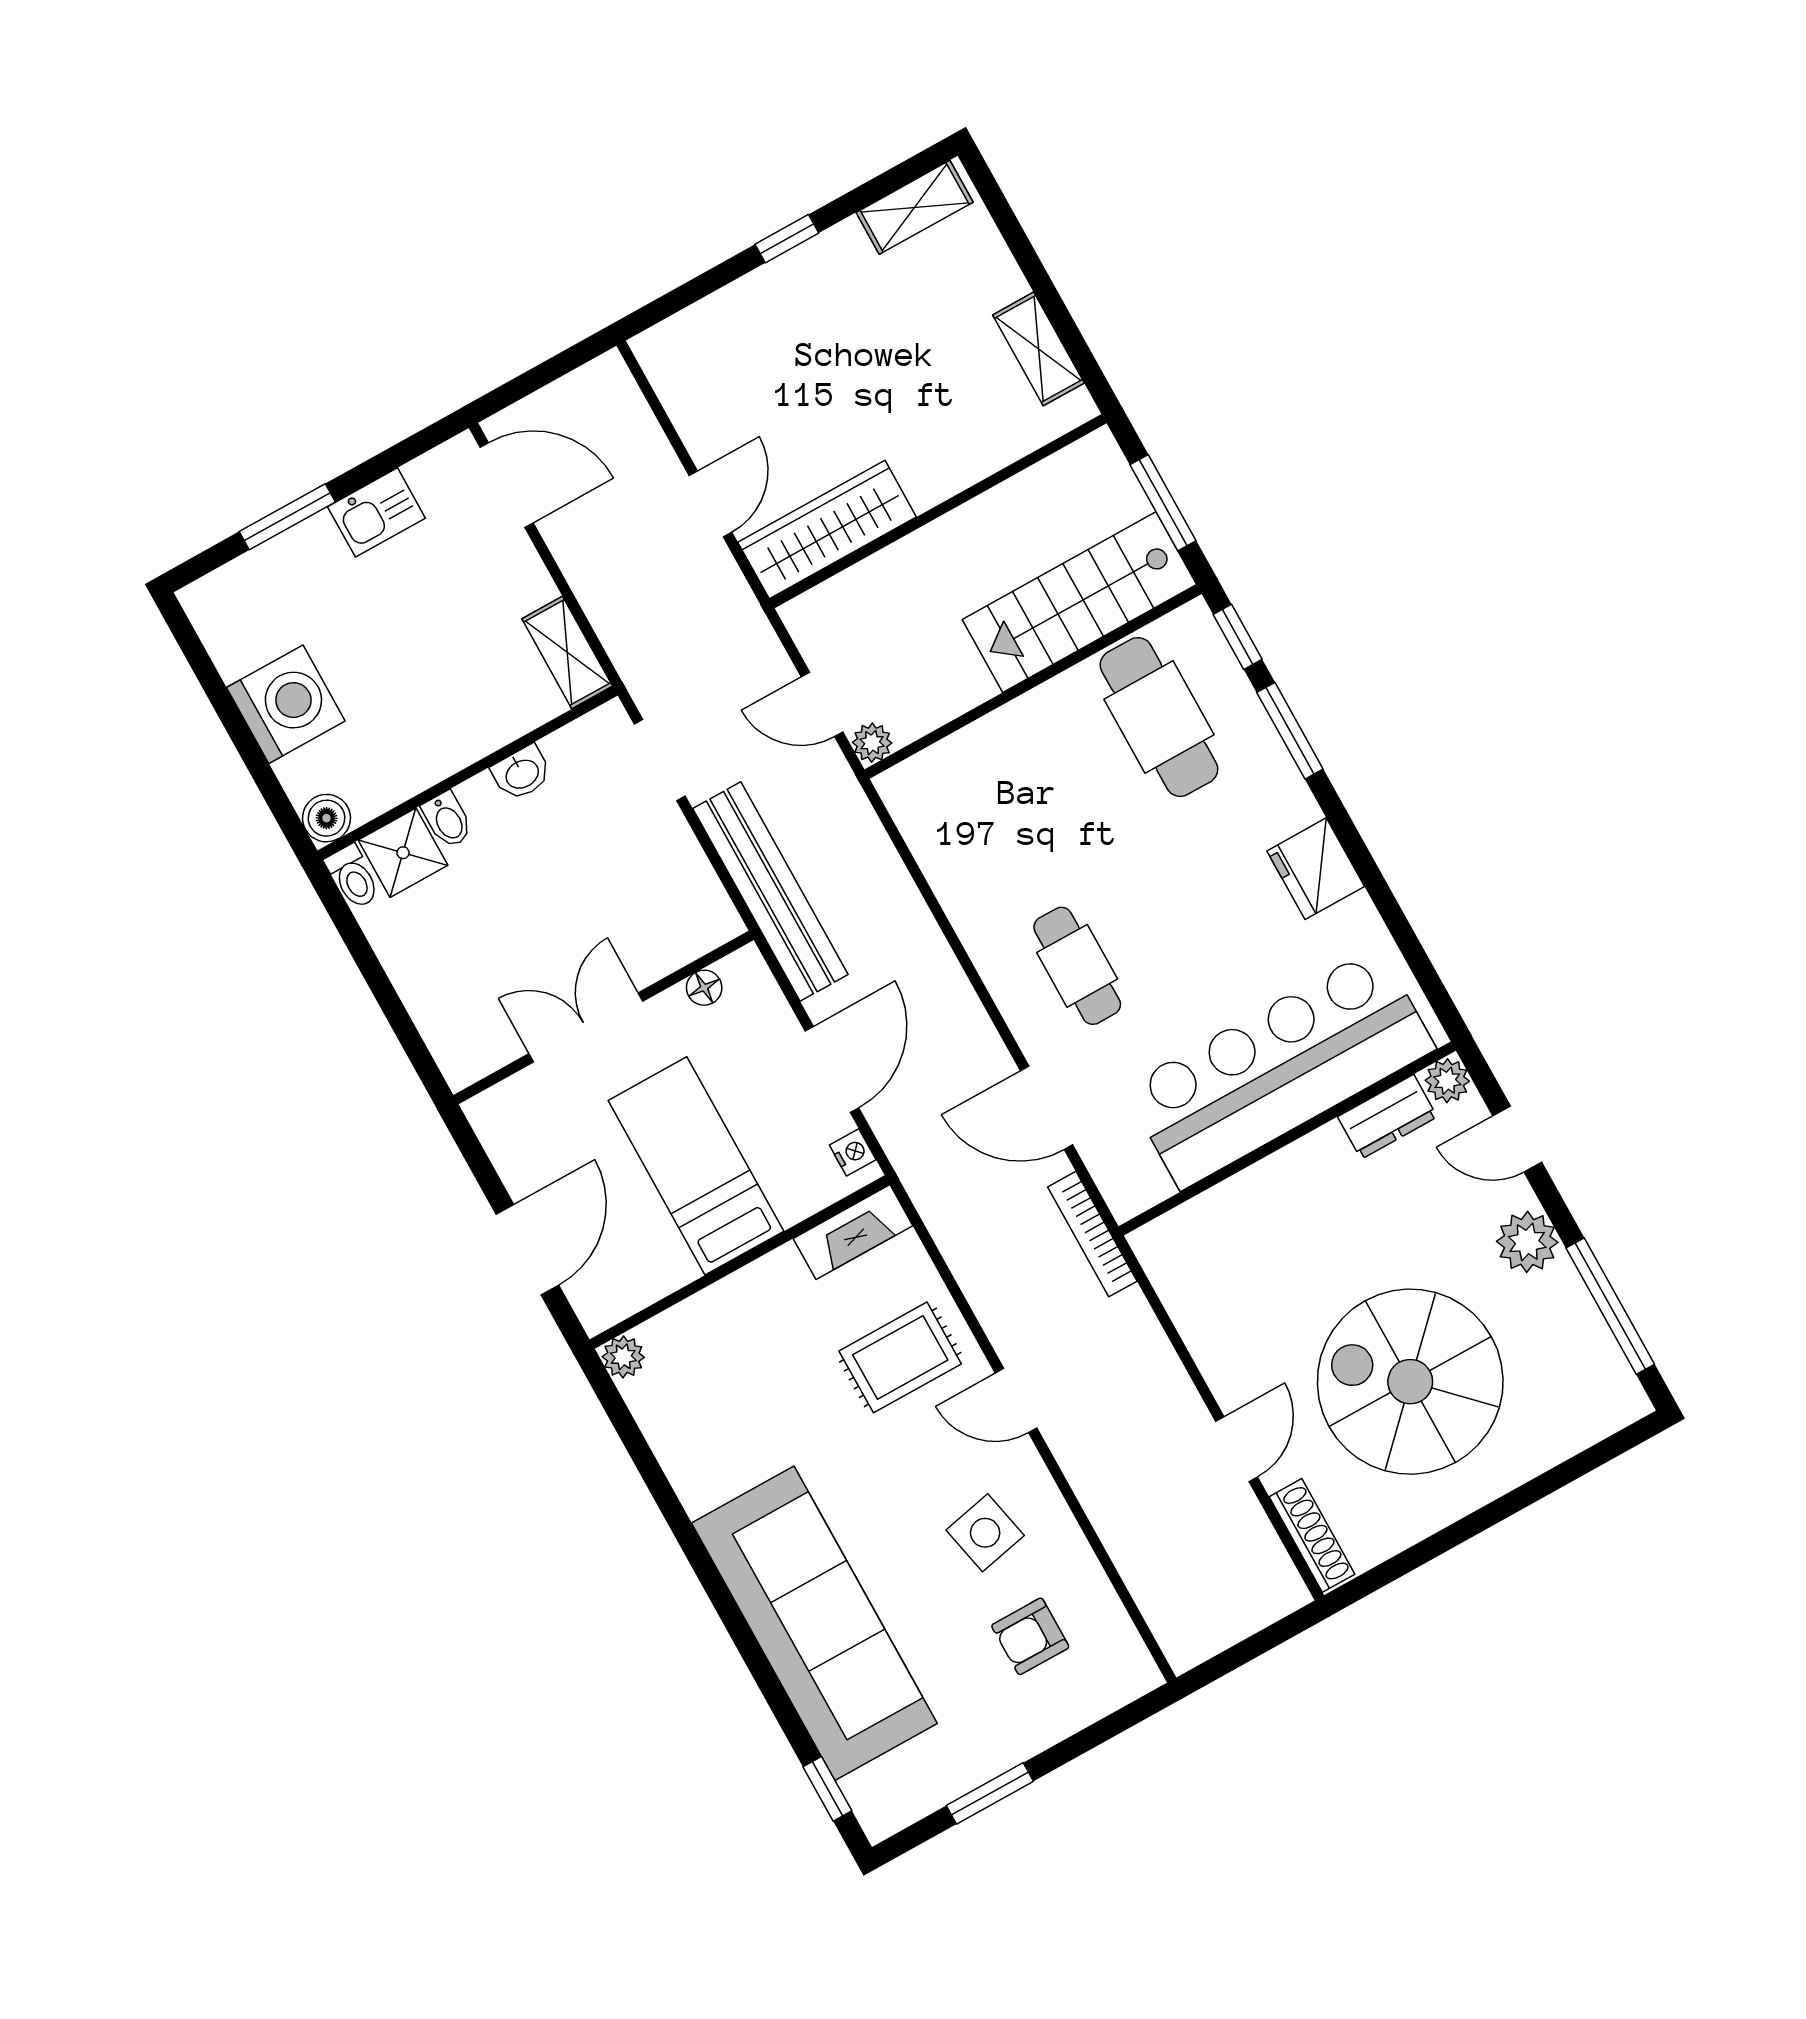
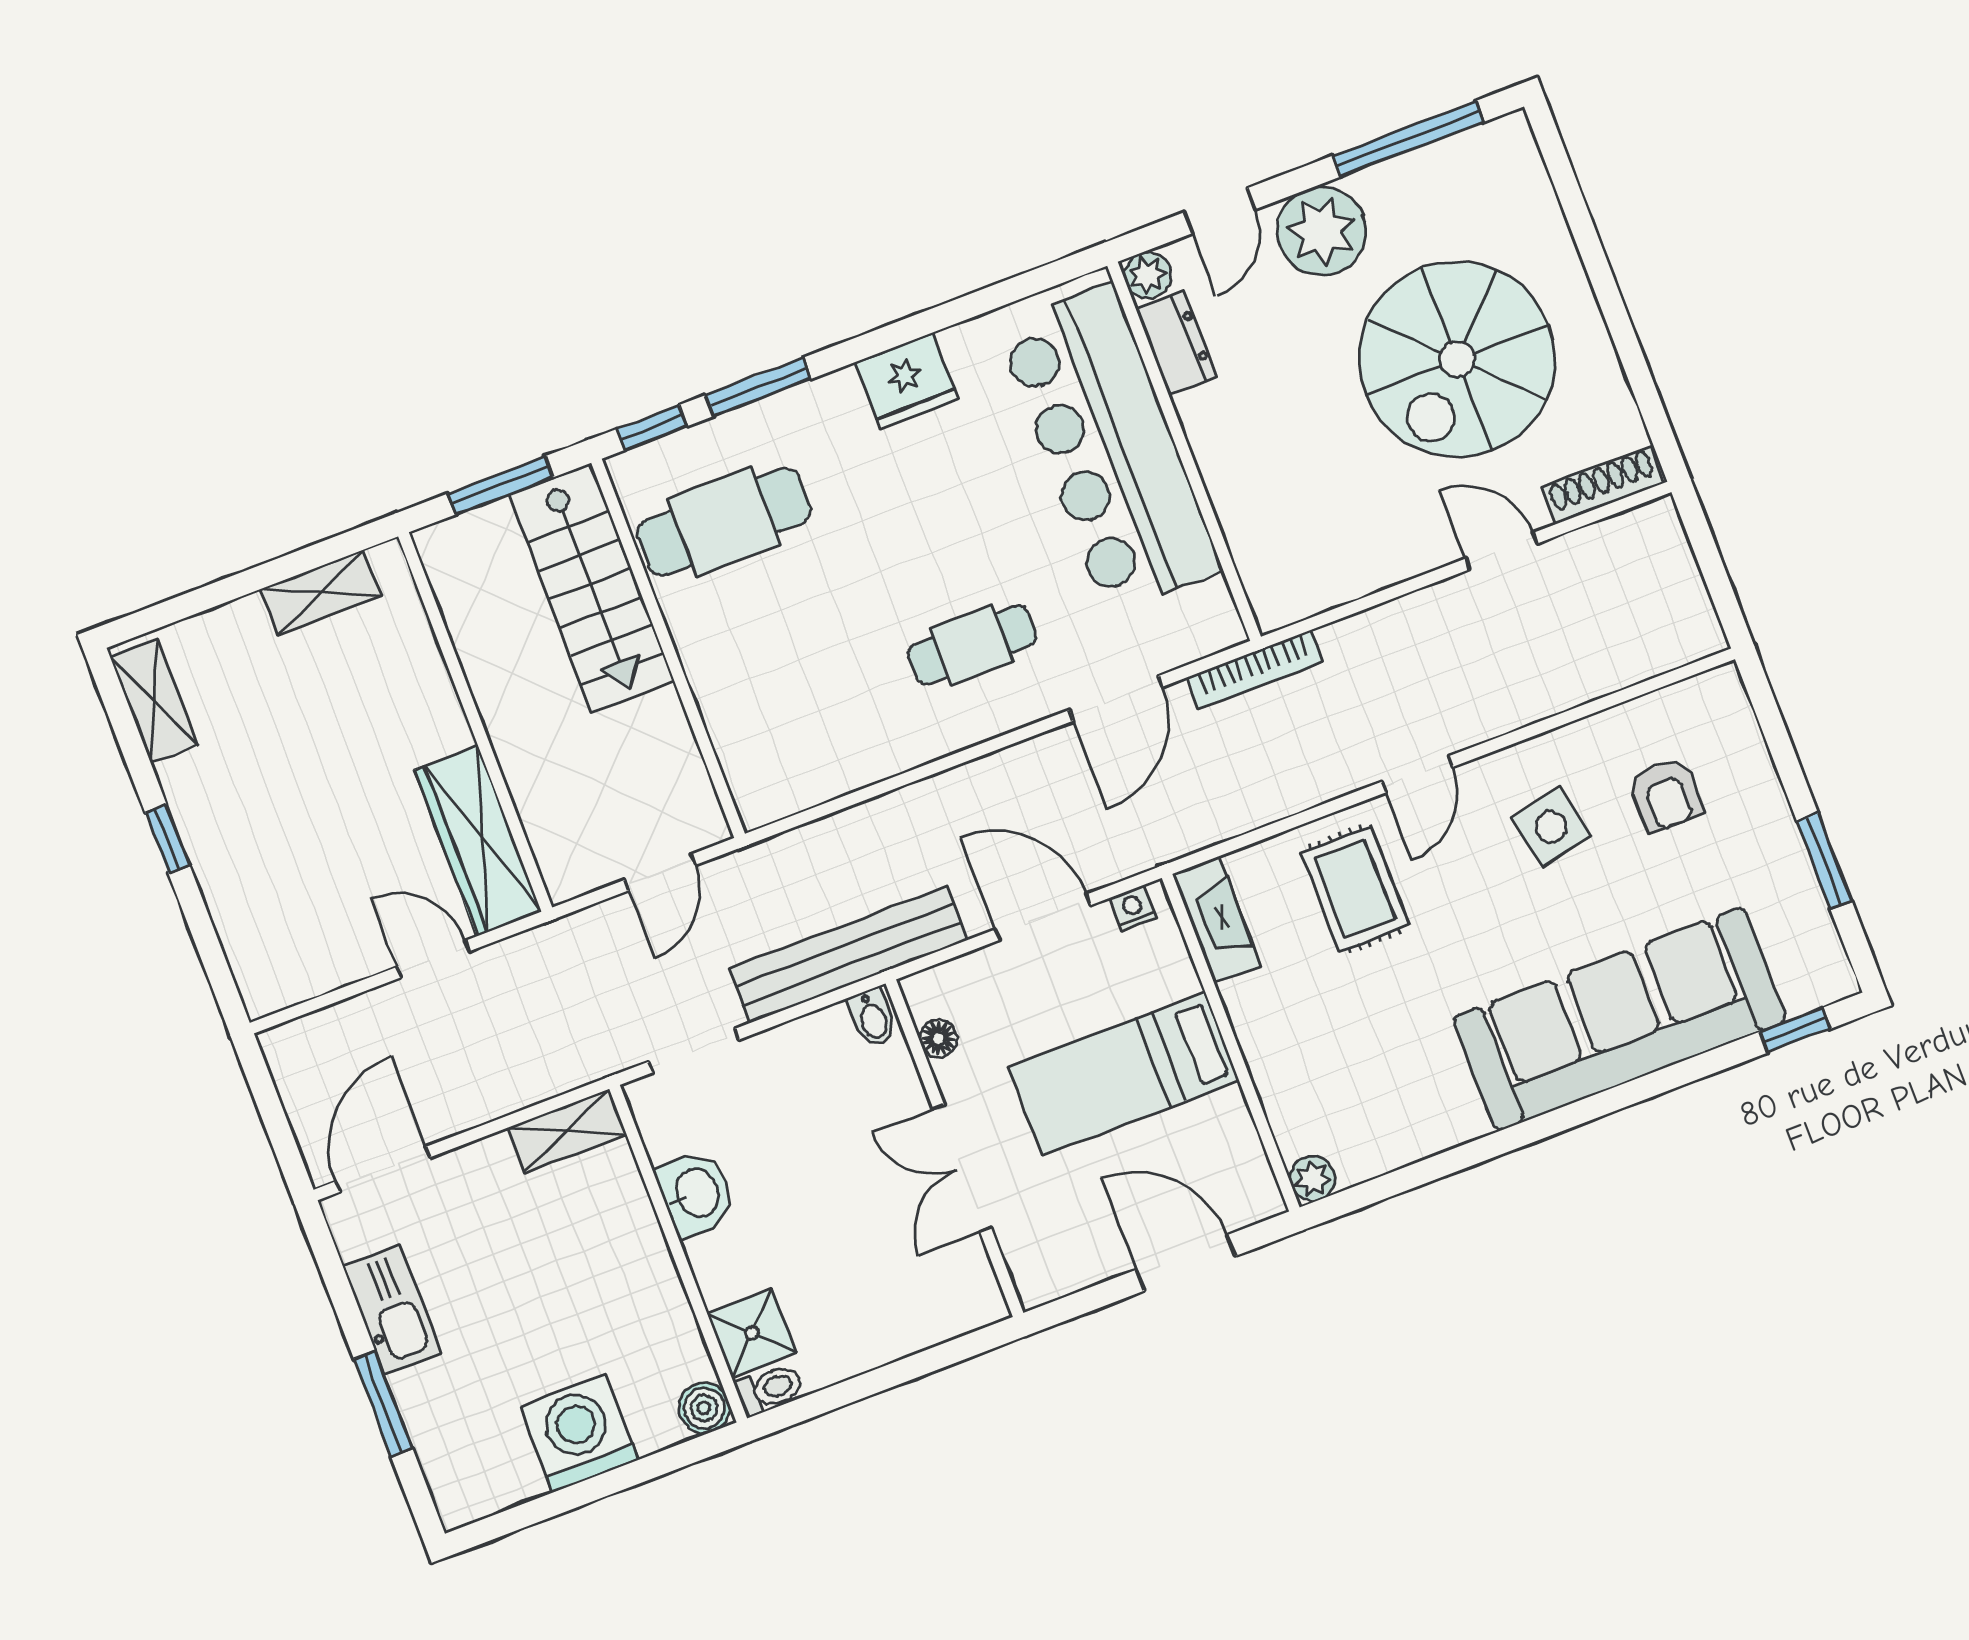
kitchen sink: (376, 512) -> (392, 1310), width x1.38
plant: (872, 743) -> (707, 826), removed
washbasin: (522, 773) -> (696, 1193), width x1.38, depth x1.45
bidet: (447, 820) -> (872, 1018), moved, turned 90
plant: (1527, 1242) -> (1322, 231), width x1.36, depth x1.36

